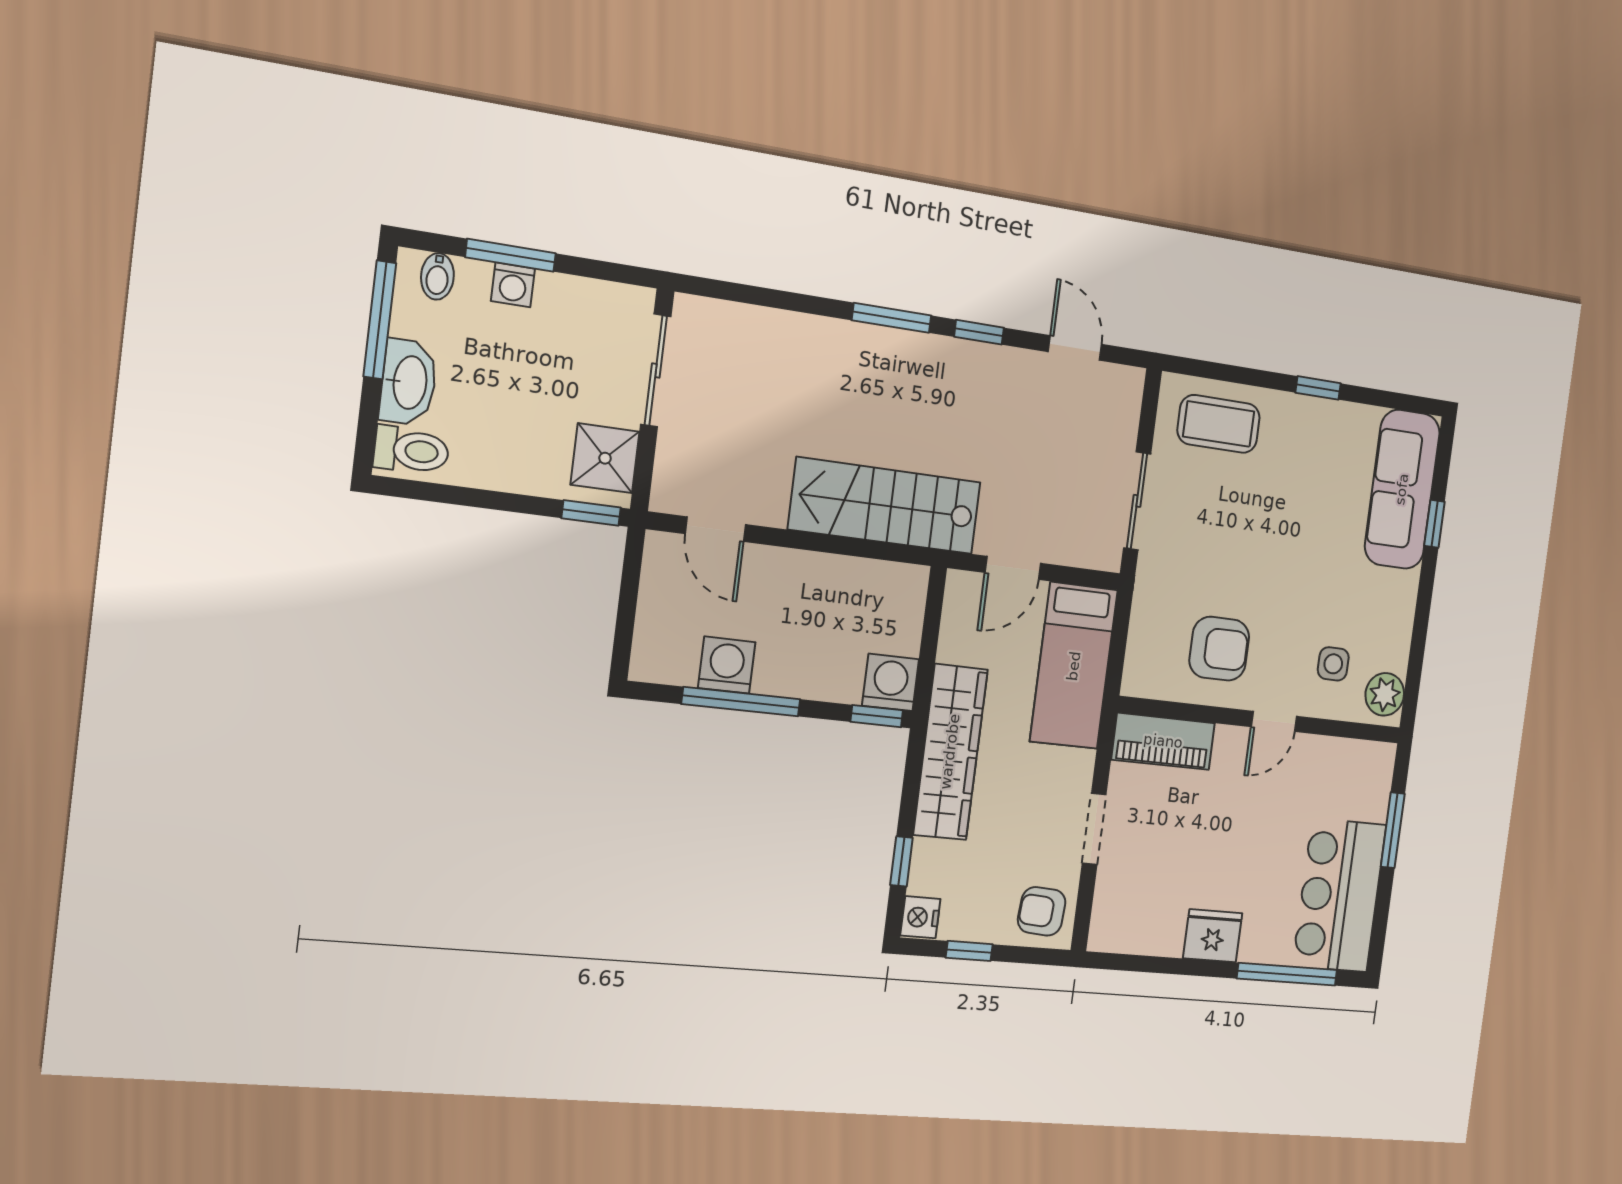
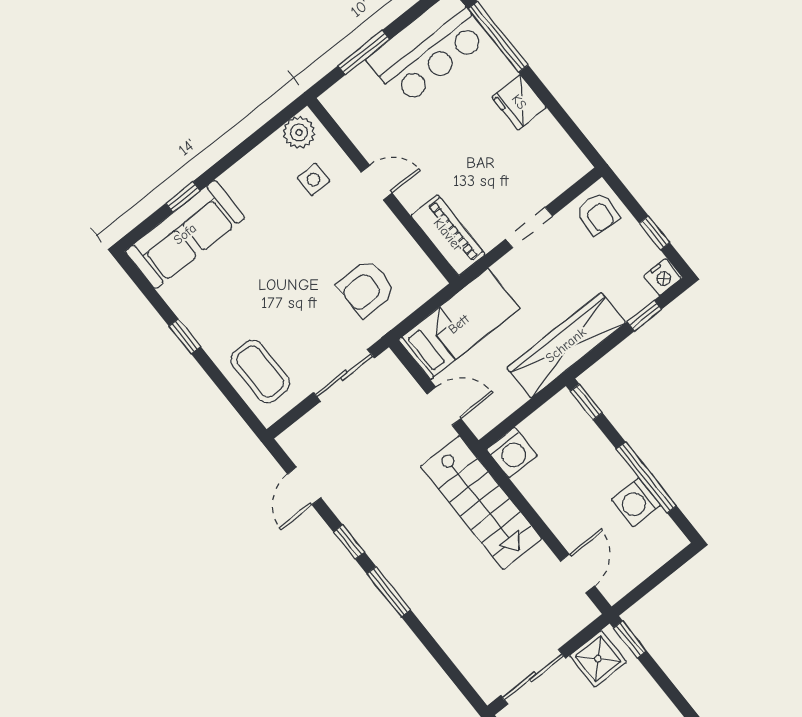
armchair: (1219, 649) -> (366, 288), moved, turned -90
washing machine: (891, 682) -> (512, 453), moved, turned -90

